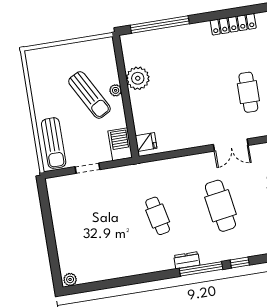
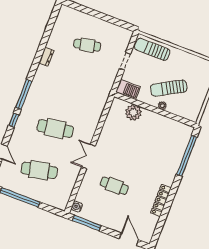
plant: (138, 78) -> (133, 112), moved
fridge: (146, 142) -> (120, 106), removed
cafe table: (158, 216) -> (87, 45), moved
dresser: (187, 260) -> (46, 57), moved
plant: (70, 279) -> (64, 11), removed

